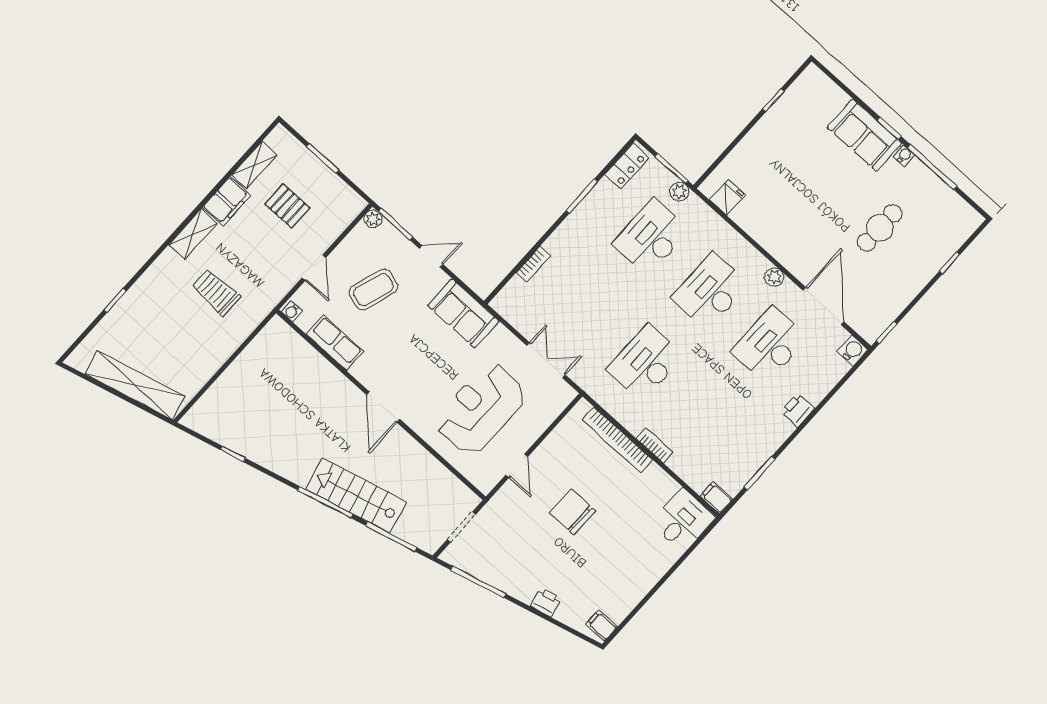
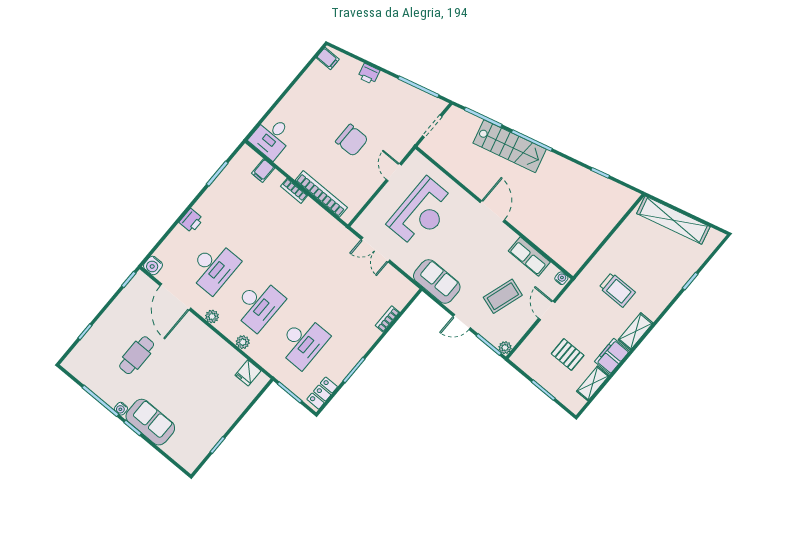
plant: (679, 192) -> (243, 342), moved
desk: (645, 363) -> (303, 251), removed
filing cabinet: (716, 498) -> (263, 171), moved, turned 90

